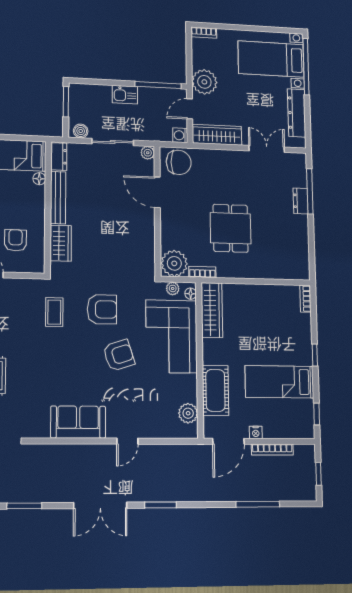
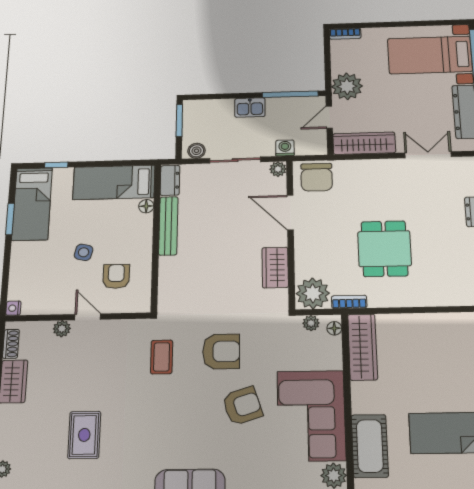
washing machine: (180, 135) -> (285, 148), moved, turned 90
chair: (179, 162) -> (317, 177), turned 90
wardrobe: (61, 243) -> (275, 267), moved, turned 180
corner sofa: (172, 336) -> (311, 416), moved

